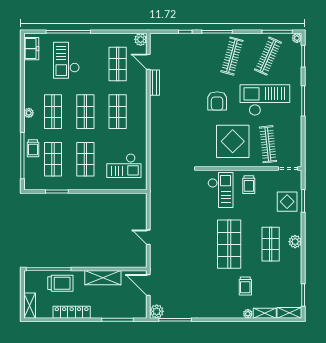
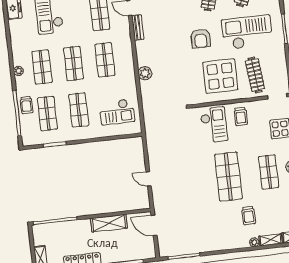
trolley: (60, 283) -> (68, 233), removed
plant: (157, 311) -> (145, 73), moved

